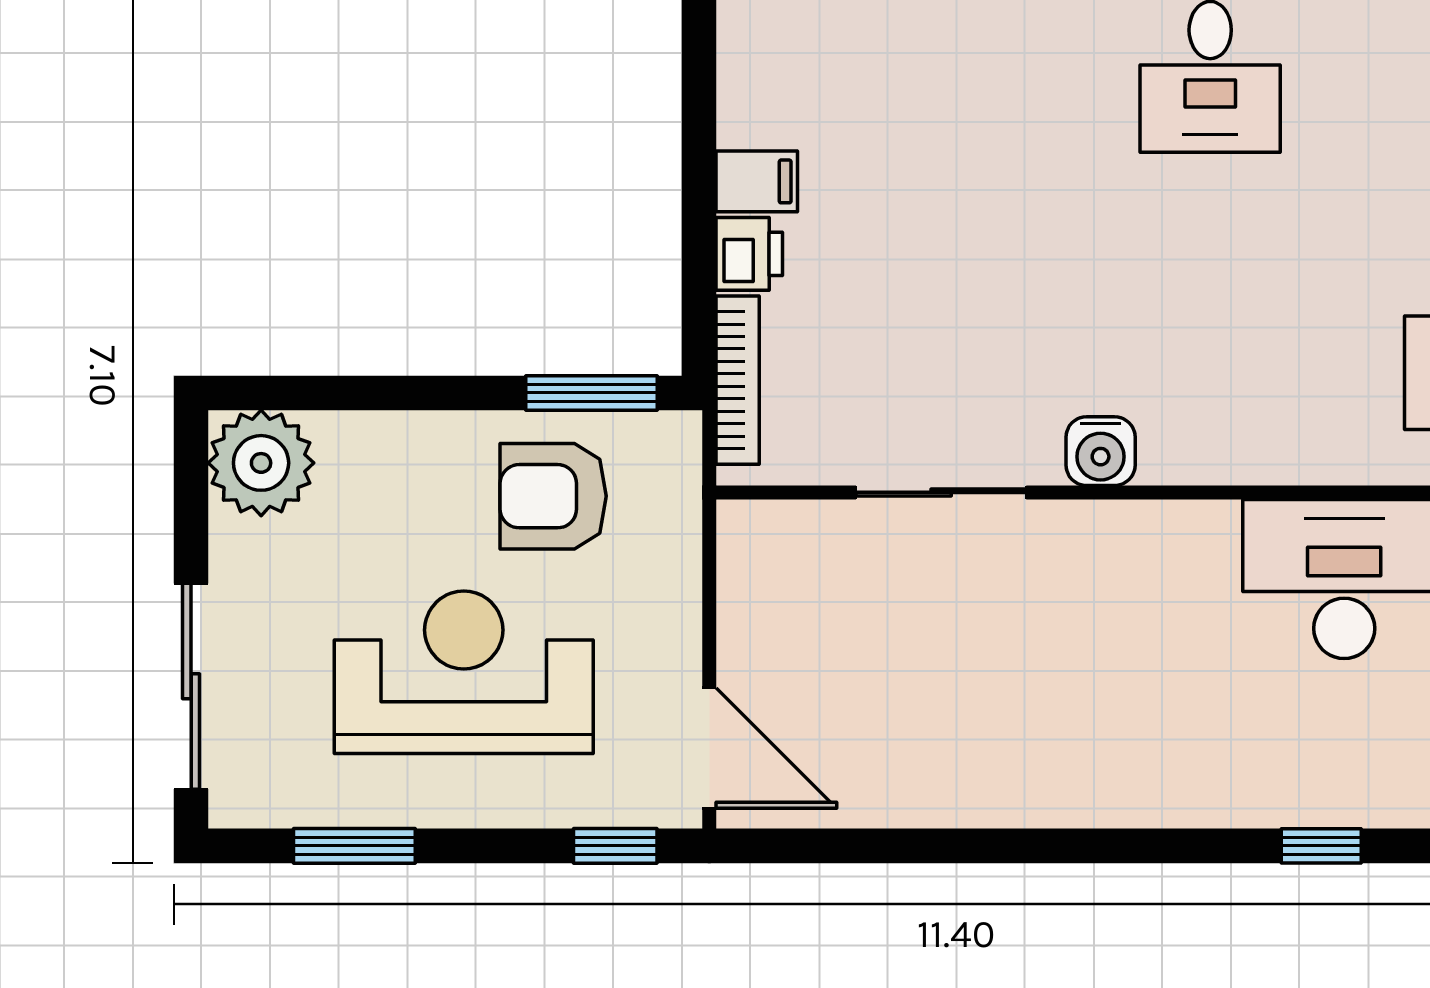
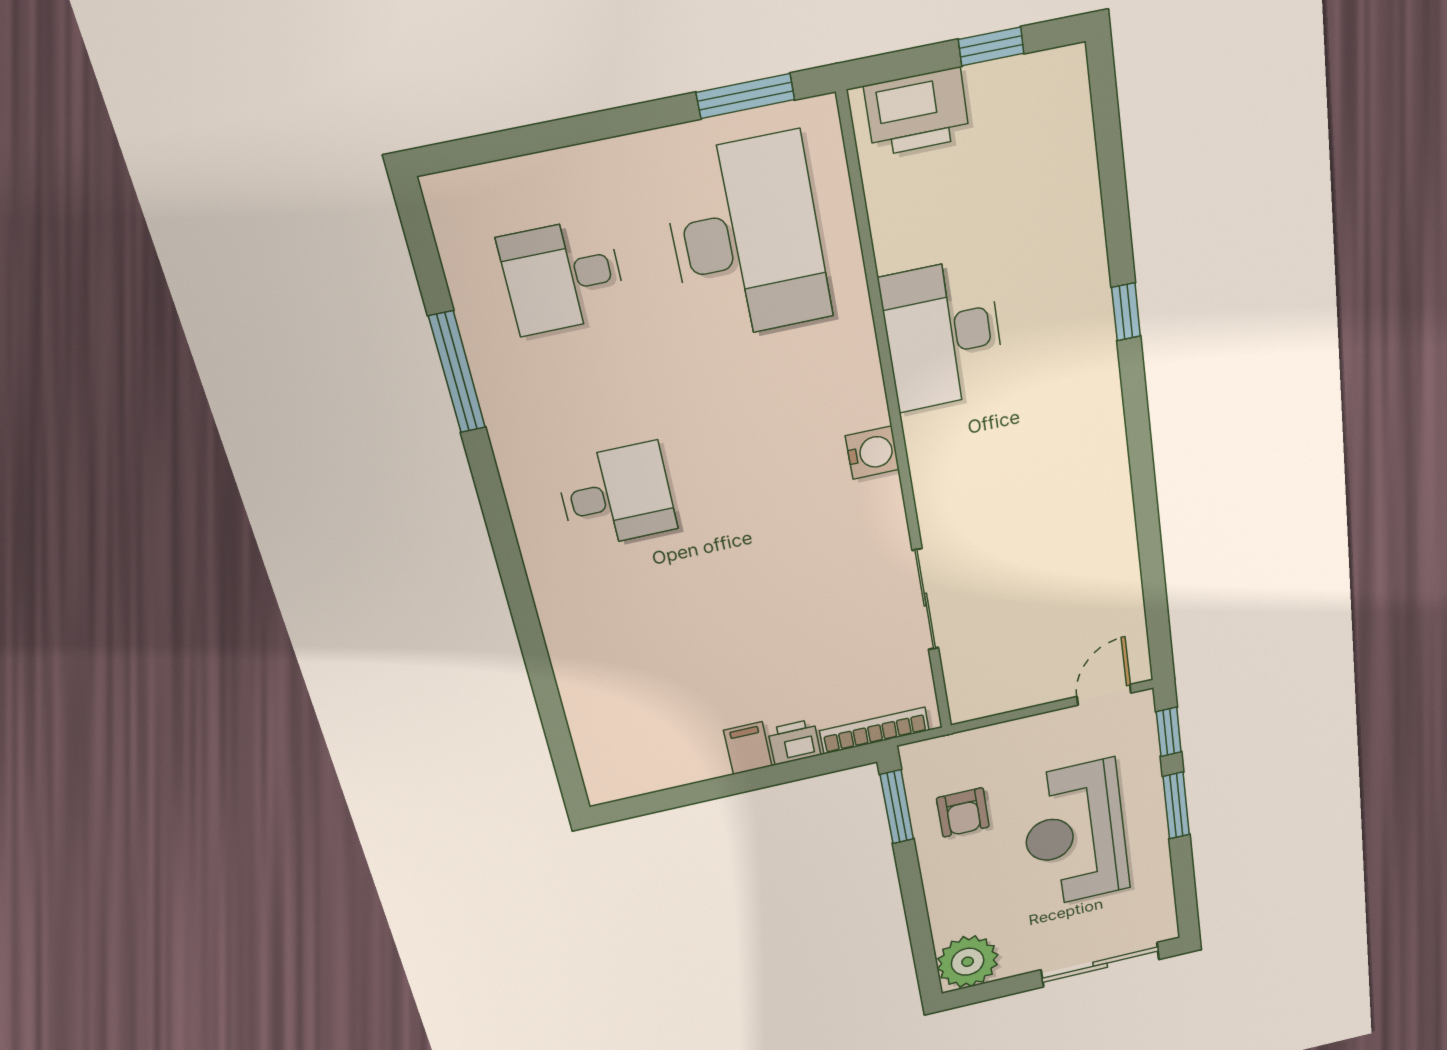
water cooler: (1101, 451) -> (872, 453), moved
armchair: (553, 496) -> (963, 812), width x0.72, depth x0.72
door: (709, 748) -> (1104, 695), width x0.73
window: (354, 846) -> (1176, 806), moved

